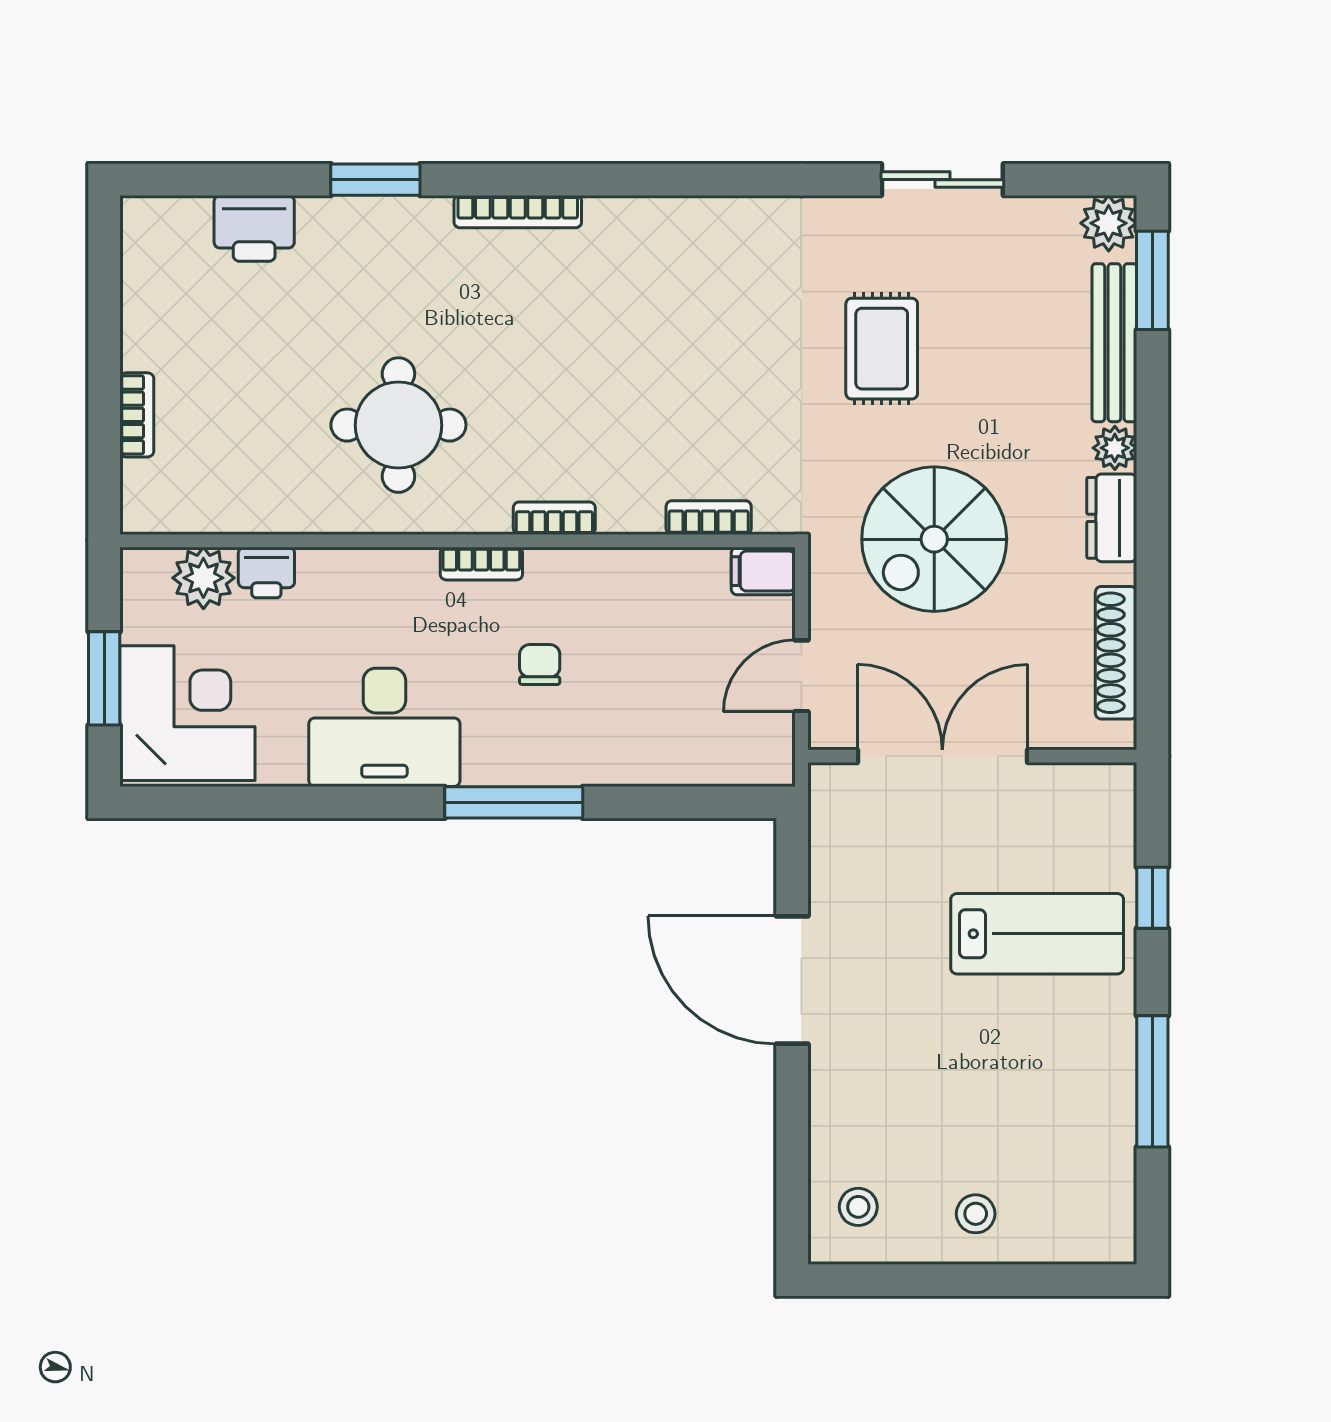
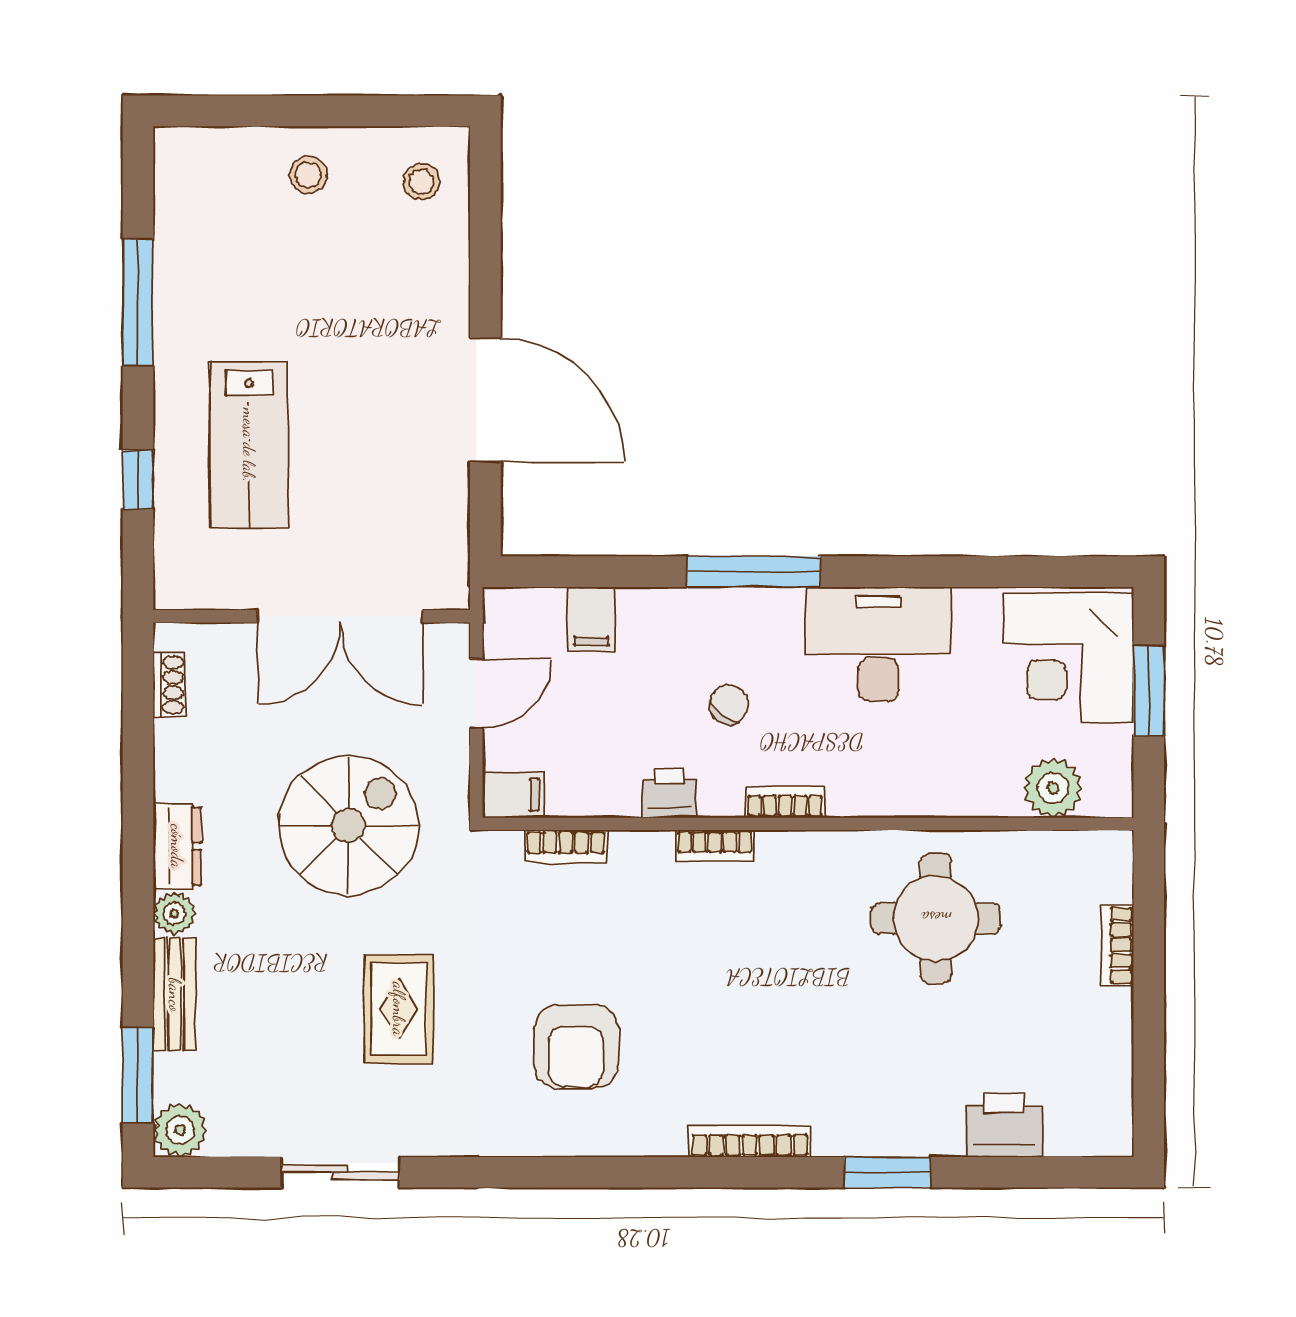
armchair: (698, 310) -> (576, 1046), added
bench: (1114, 343) -> (175, 995), width x0.73
round table: (398, 425) -> (936, 918), moved
printer: (266, 573) -> (670, 793), moved
shoe rack: (1116, 653) -> (169, 685), width x0.51, depth x0.81
chair: (540, 665) -> (729, 705), turned -143
filing cabinet: (682, 753) -> (591, 619), added
lab bench: (1037, 934) -> (249, 445), turned -90

